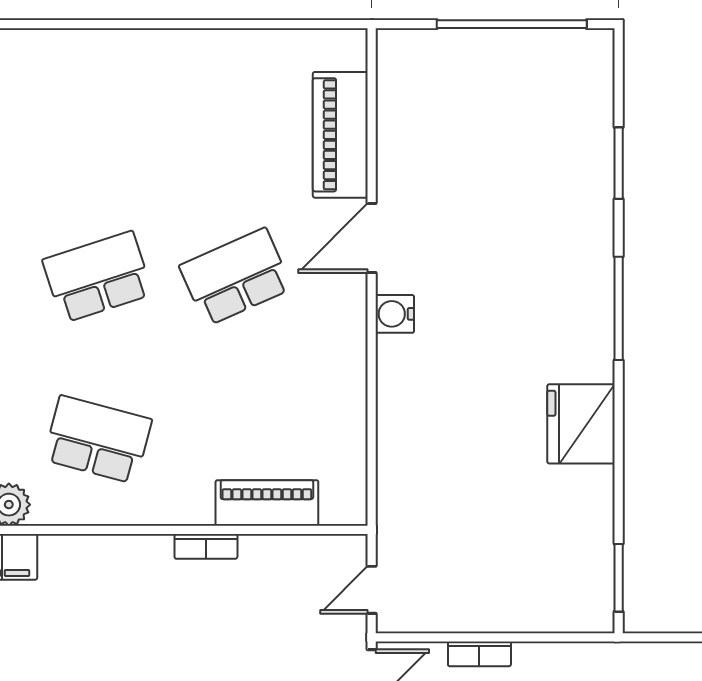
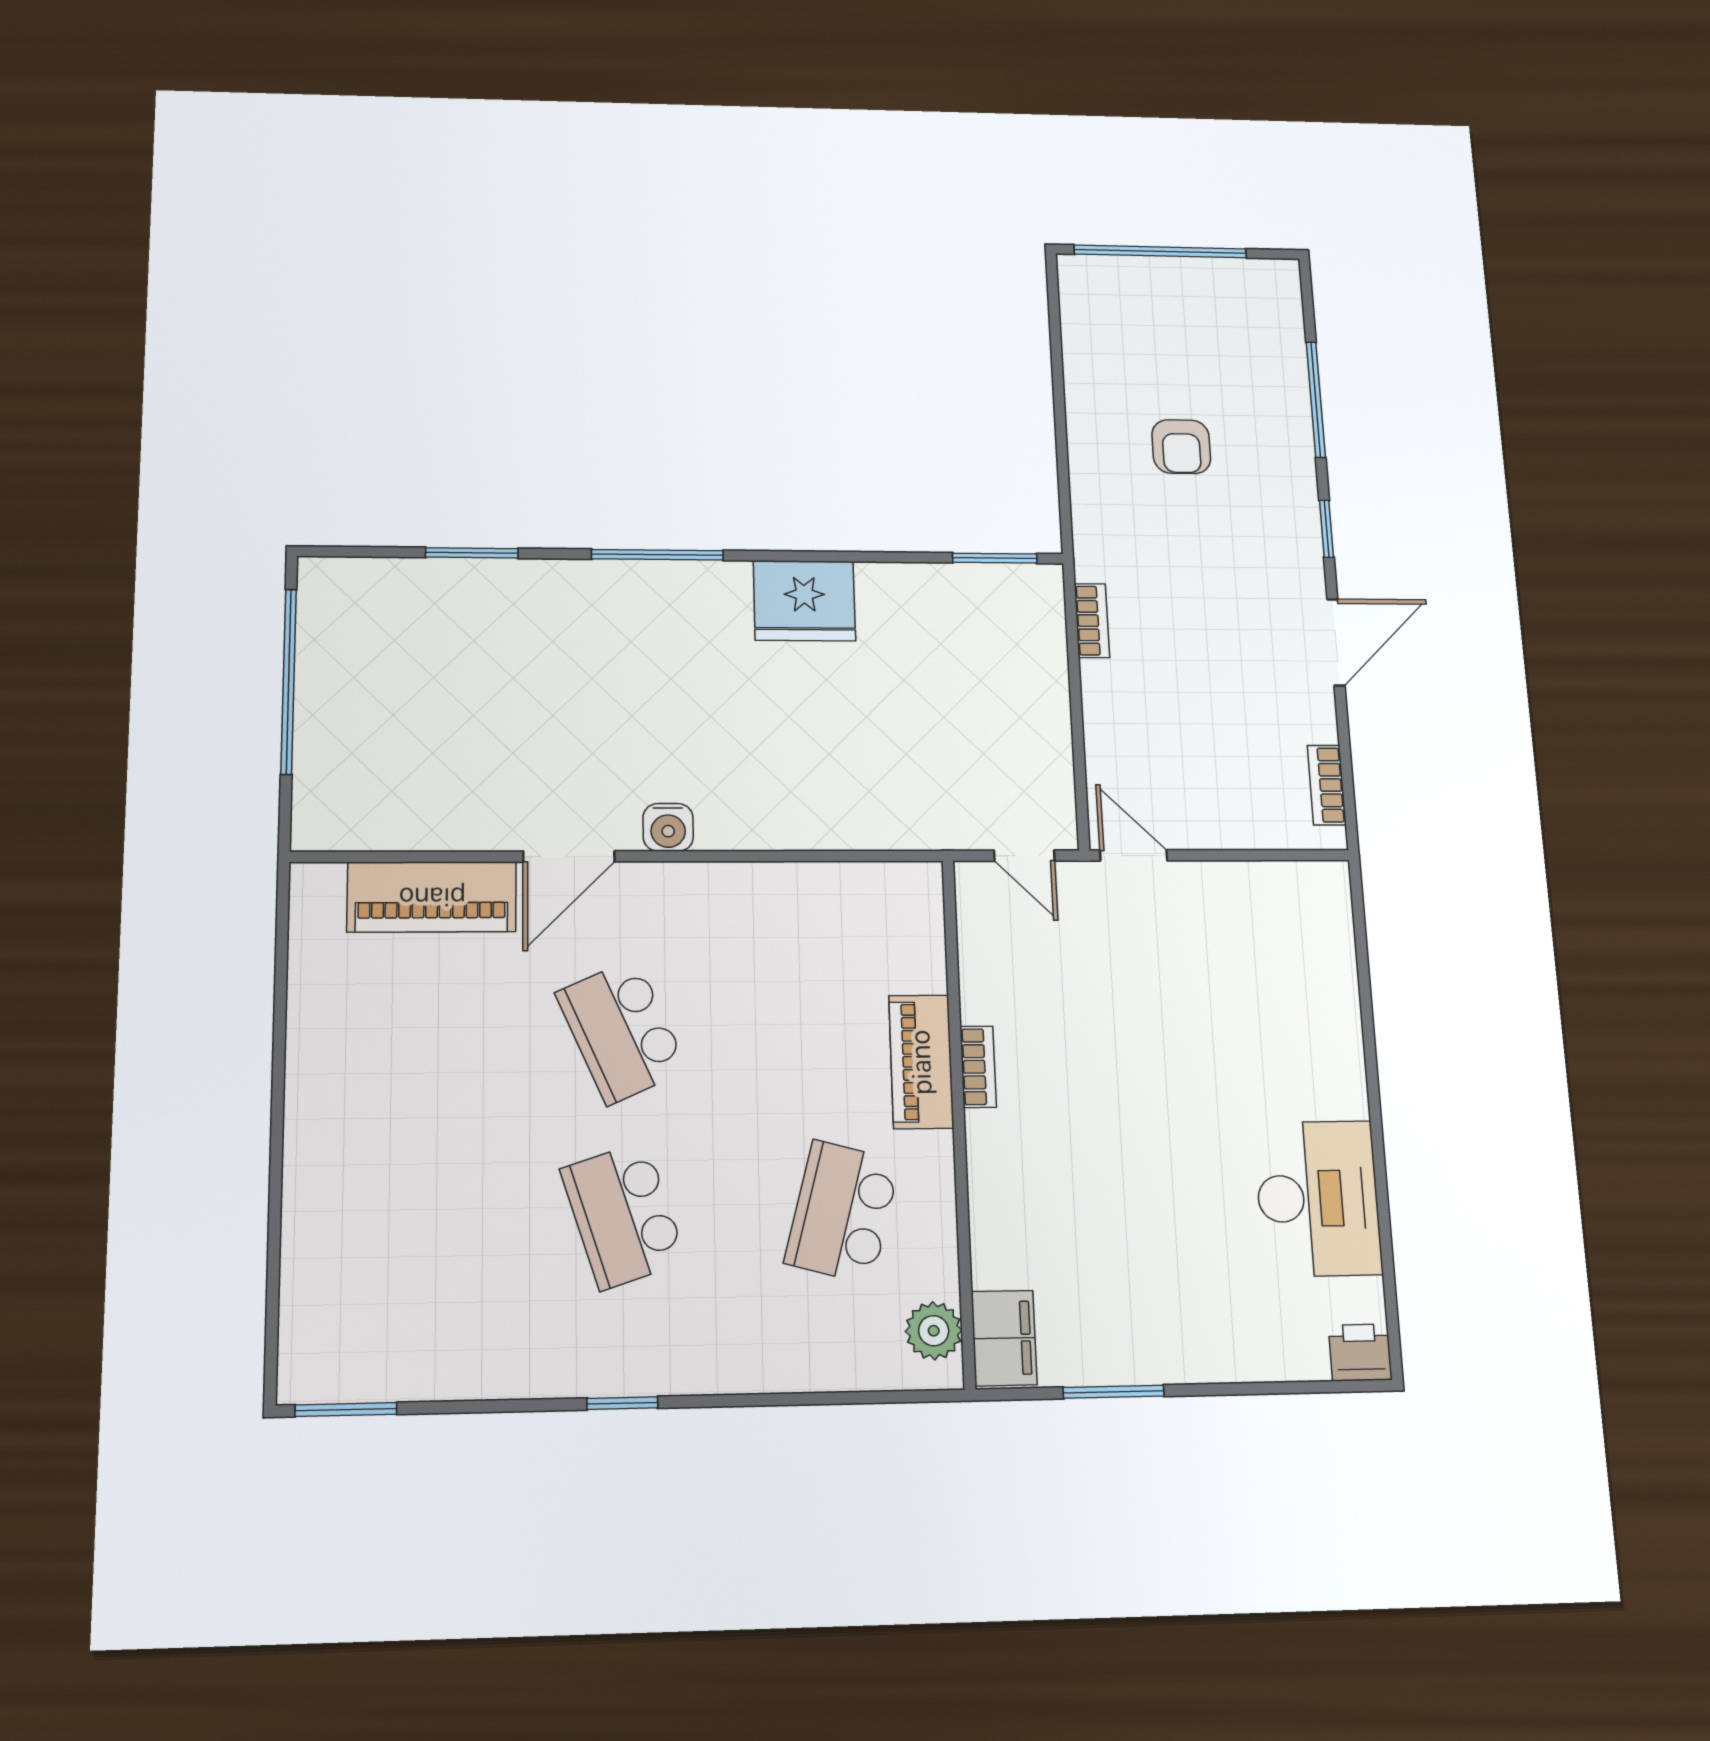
door: (372, 238) -> (569, 857), hinge flipped
piano: (267, 503) -> (921, 1062), moved
bookcase: (479, 654) -> (1092, 621), moved

